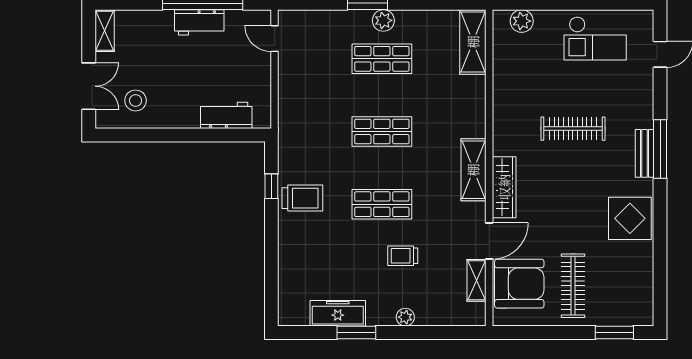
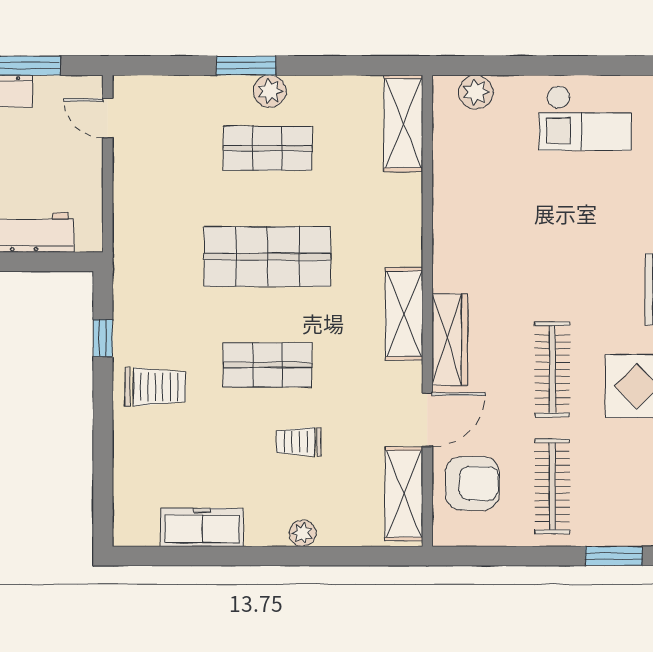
clothes rail: (573, 129) -> (552, 369), moved, turned 90
shop shelf: (382, 131) -> (268, 257), width x1.43, depth x1.36
trolley: (302, 198) -> (155, 387), moved
shelving: (476, 280) -> (404, 494), width x1.50, depth x1.33
armchair: (519, 284) -> (472, 483), width x0.73, depth x0.73
window: (356, 332) -> (230, 556), removed

